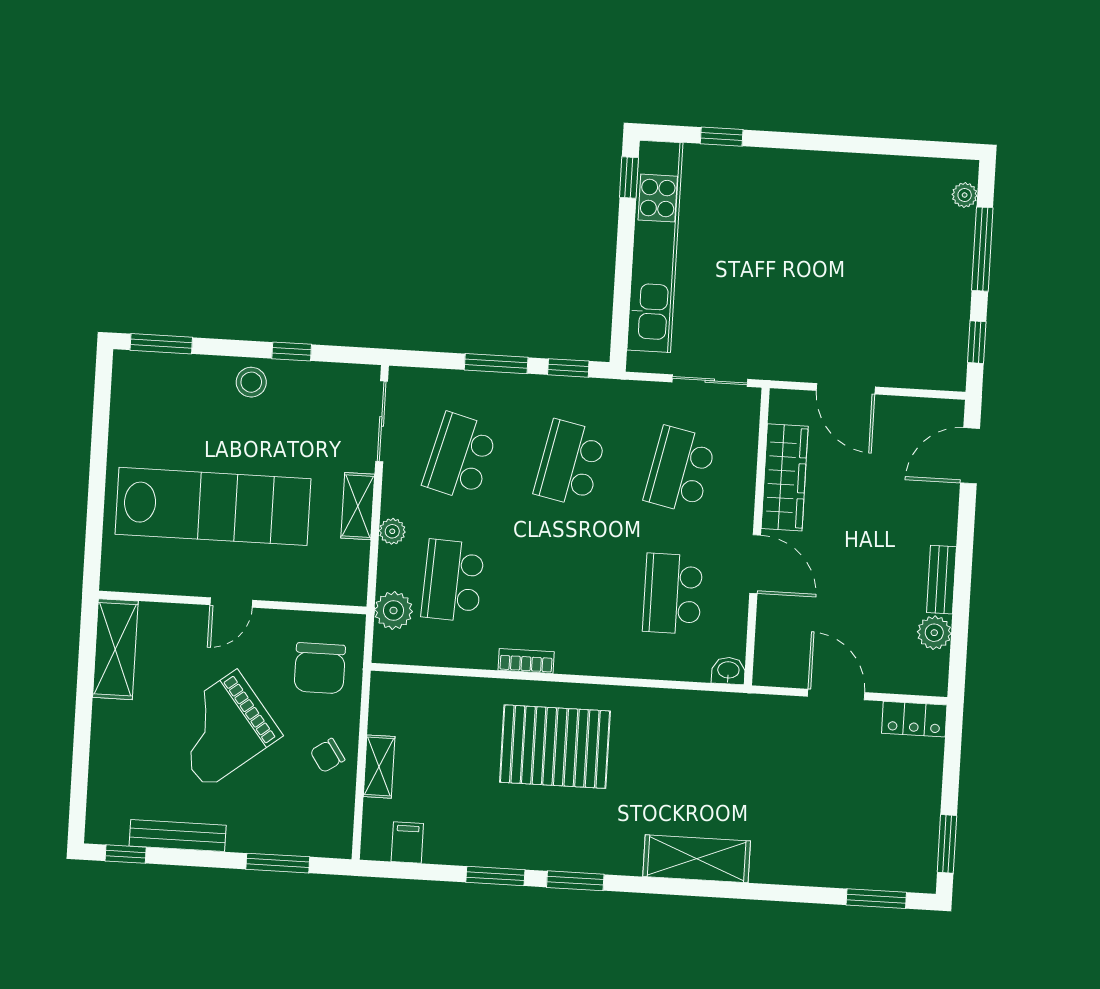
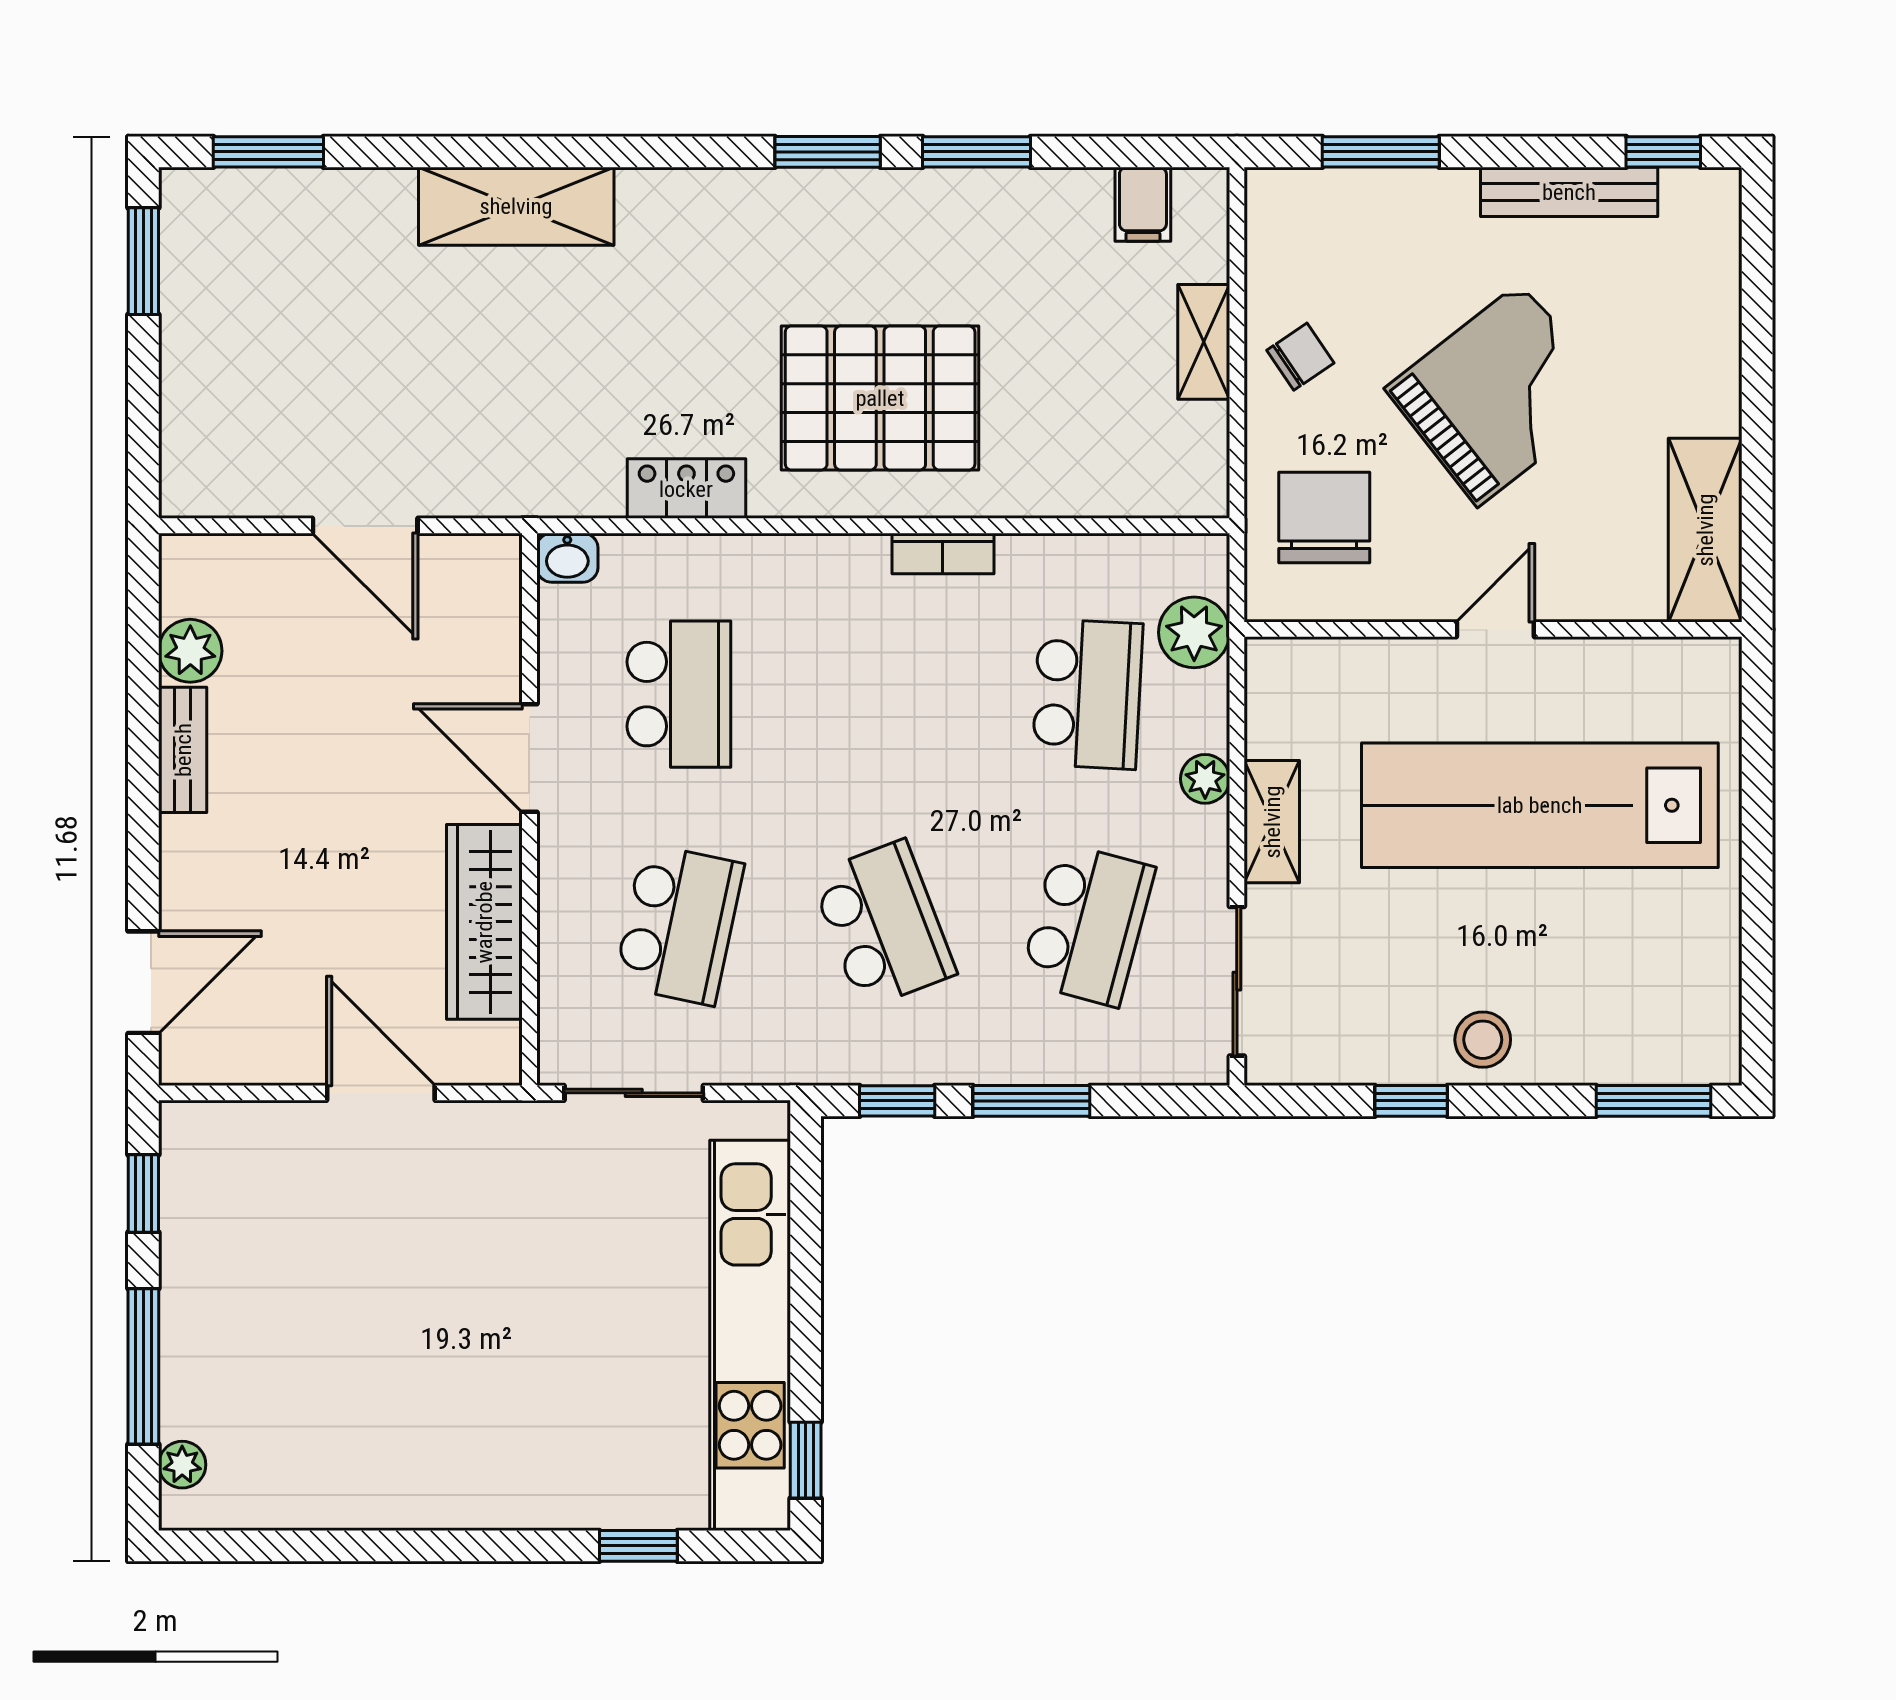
school desk: (570, 463) -> (883, 924), turned -33
locker: (914, 719) -> (686, 489), moved
shelving: (697, 859) -> (516, 206), moved

